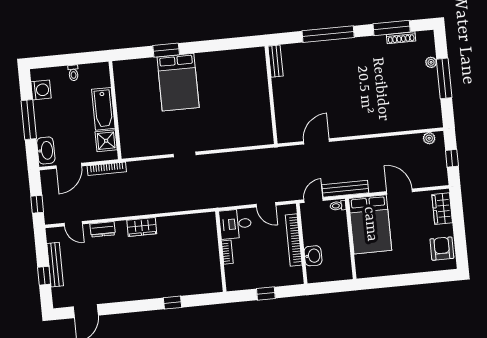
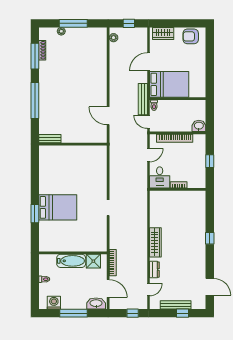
wardrobe: (142, 227) -> (155, 242), width x1.50
washbasin: (313, 256) -> (199, 126), moved
window: (172, 303) -> (210, 238), moved

